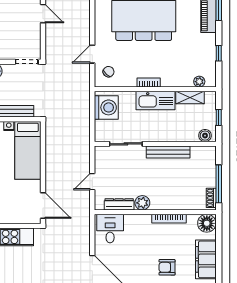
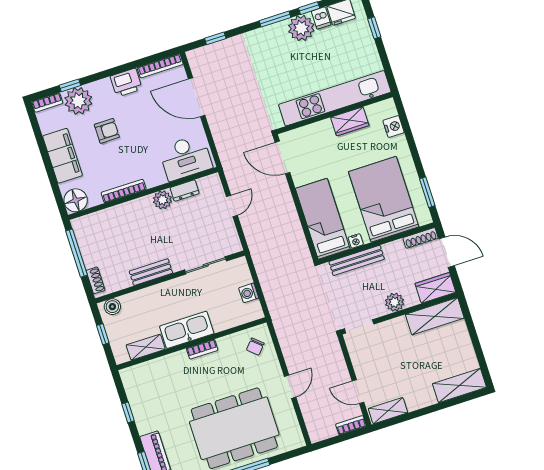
door: (92, 54) -> (290, 387), moved
plant: (199, 82) -> (141, 370), removed
washing machine: (106, 107) -> (249, 293), width x0.53, depth x0.53
bench: (168, 152) -> (151, 272), width x0.73
shoe rack: (211, 198) -> (95, 280), moved
dresser: (119, 204) -> (185, 191), width x0.70
desk: (110, 229) -> (186, 158), width x1.37

